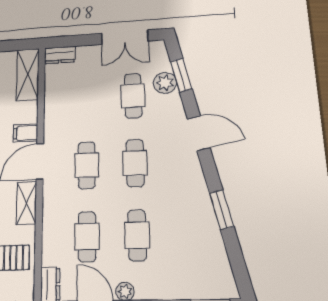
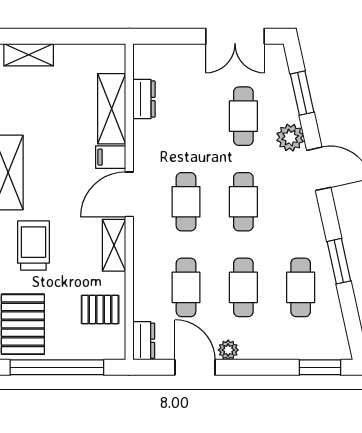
dresser: (60, 55) -> (144, 99), moved, turned -90
shelving: (28, 75) -> (112, 109), moved
plant: (165, 83) -> (290, 138), moved
cafe table: (188, 234) -> (301, 287), added

